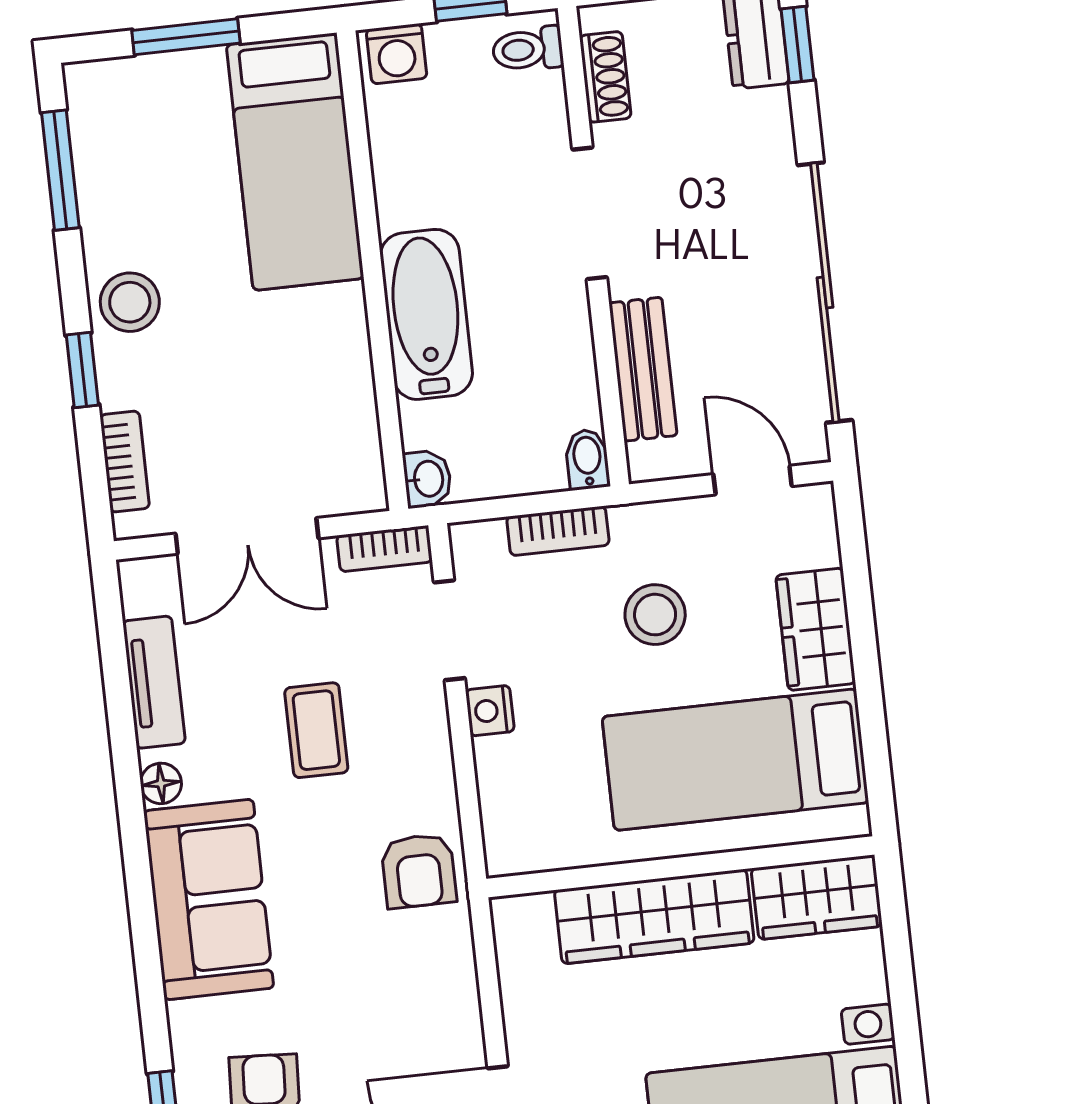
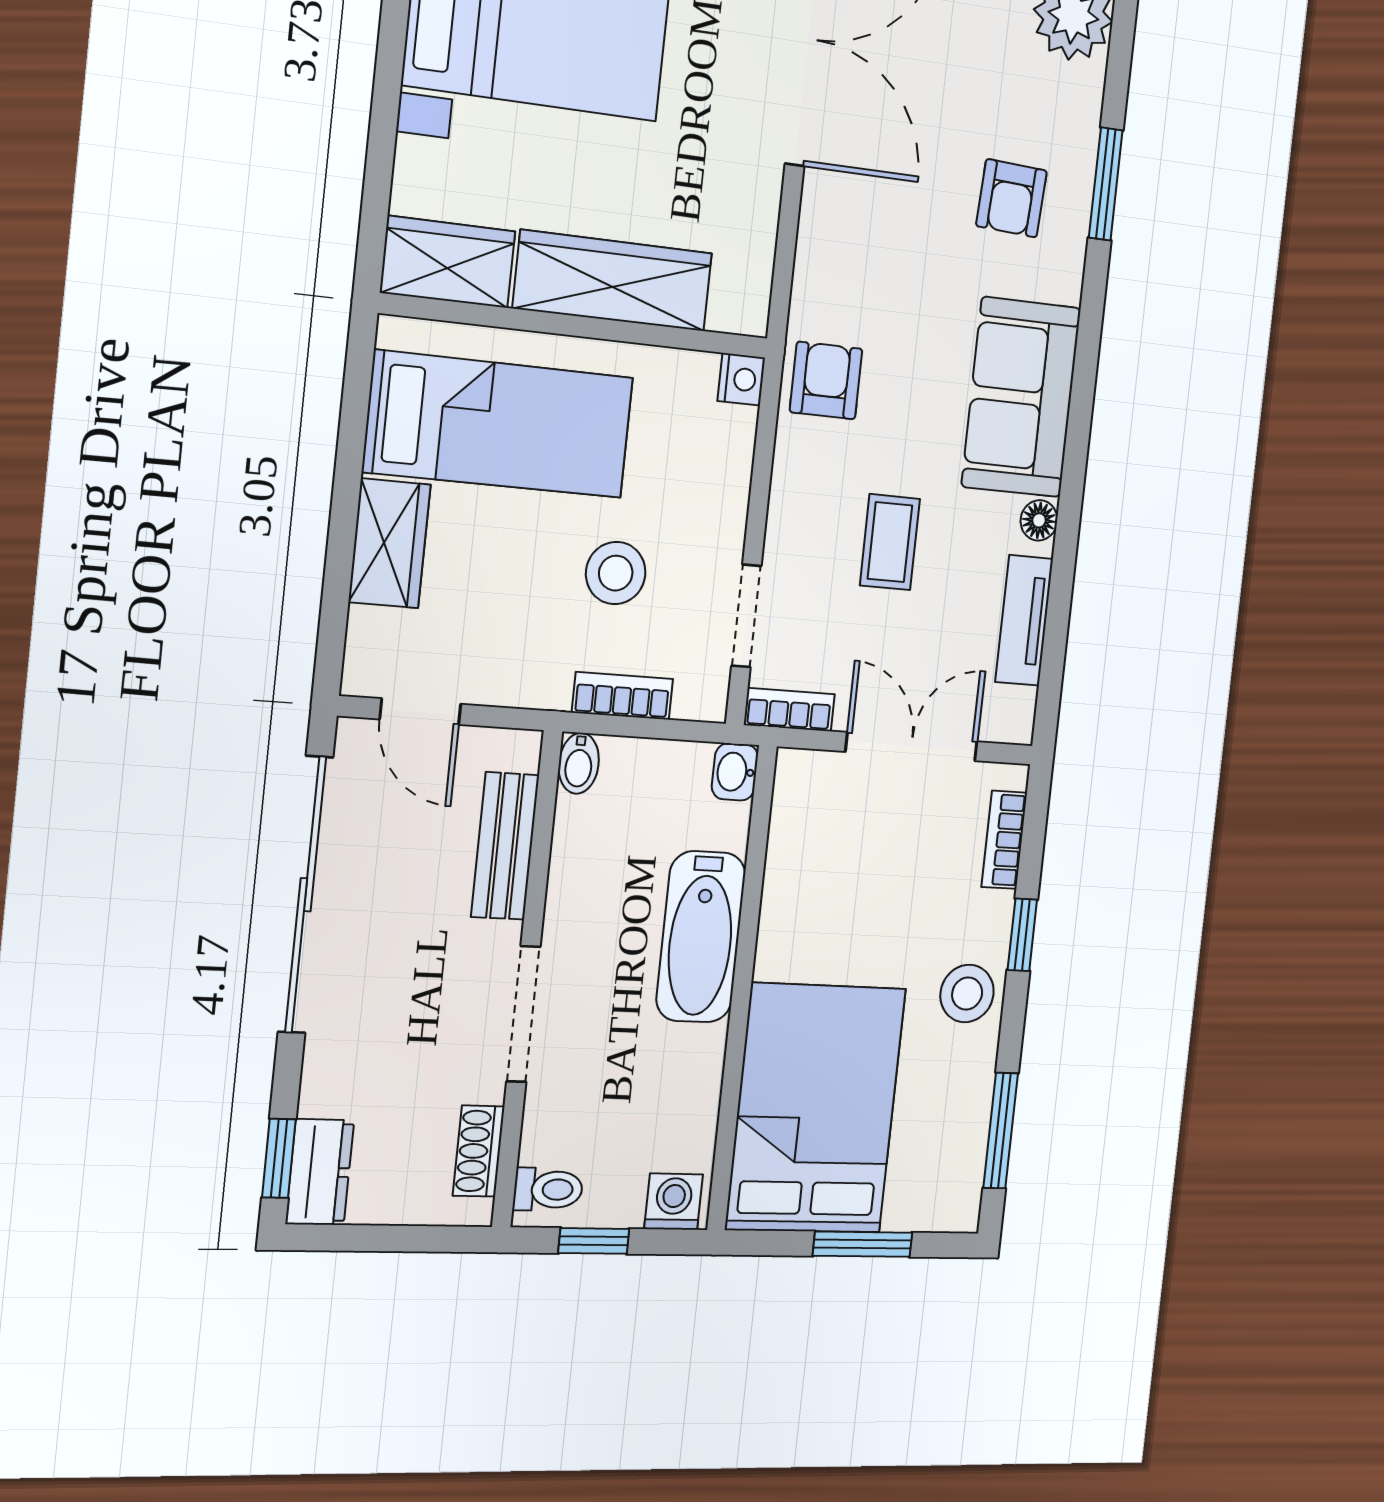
bed: (295, 162) -> (816, 1109), width x1.50
stool: (655, 615) -> (616, 573), moved
nightstand: (490, 711) -> (741, 379), moved

